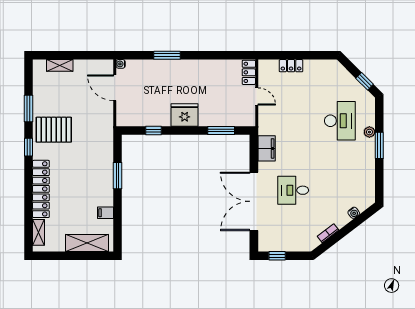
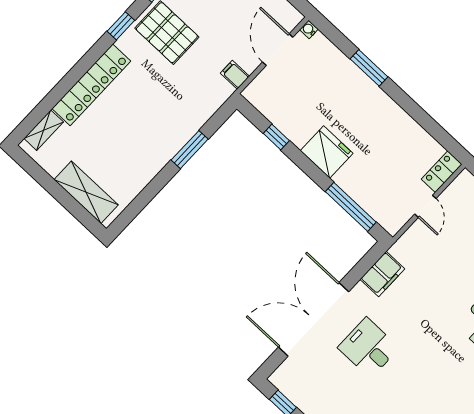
window: (221, 130) -> (351, 207), width x1.44
filing cabinet: (106, 213) -> (235, 75), moved

